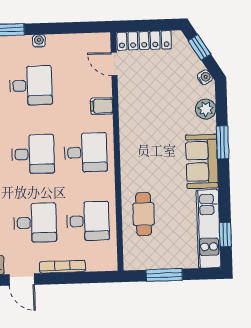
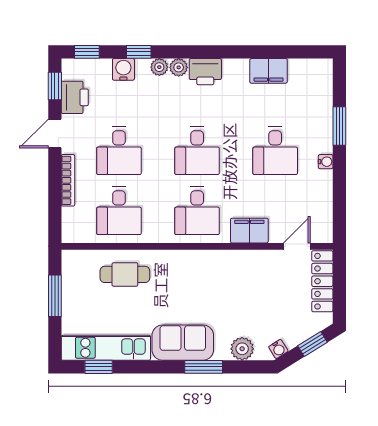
filing cabinet: (102, 106) -> (249, 231), width x2.00

